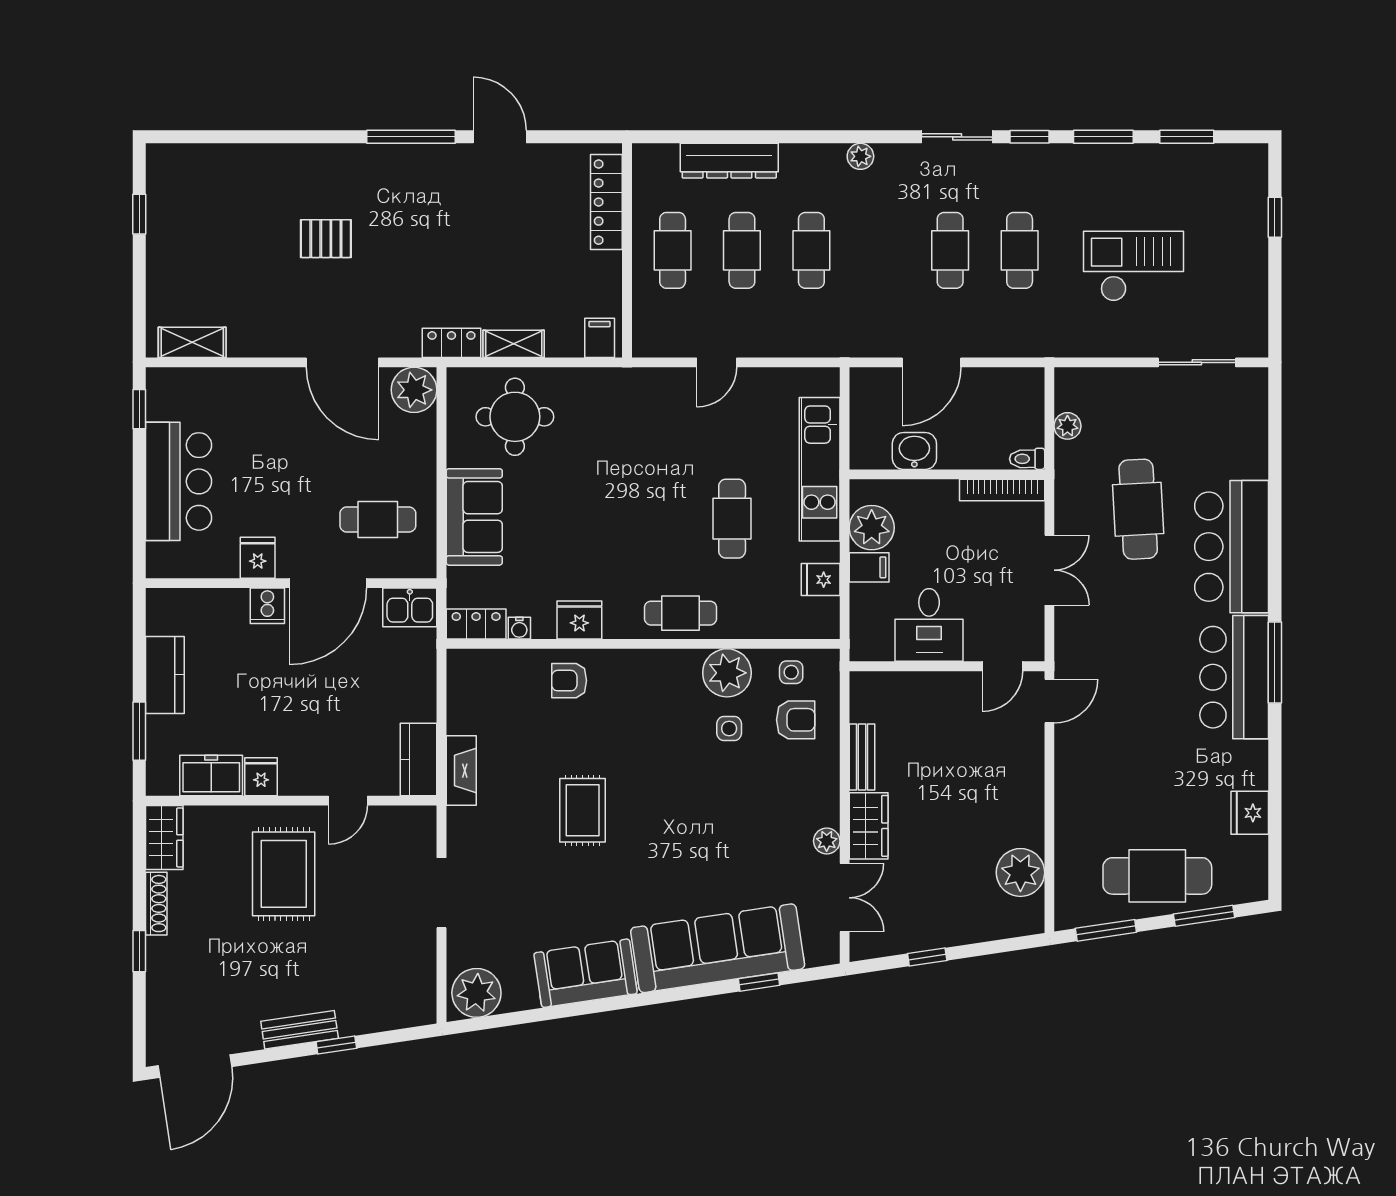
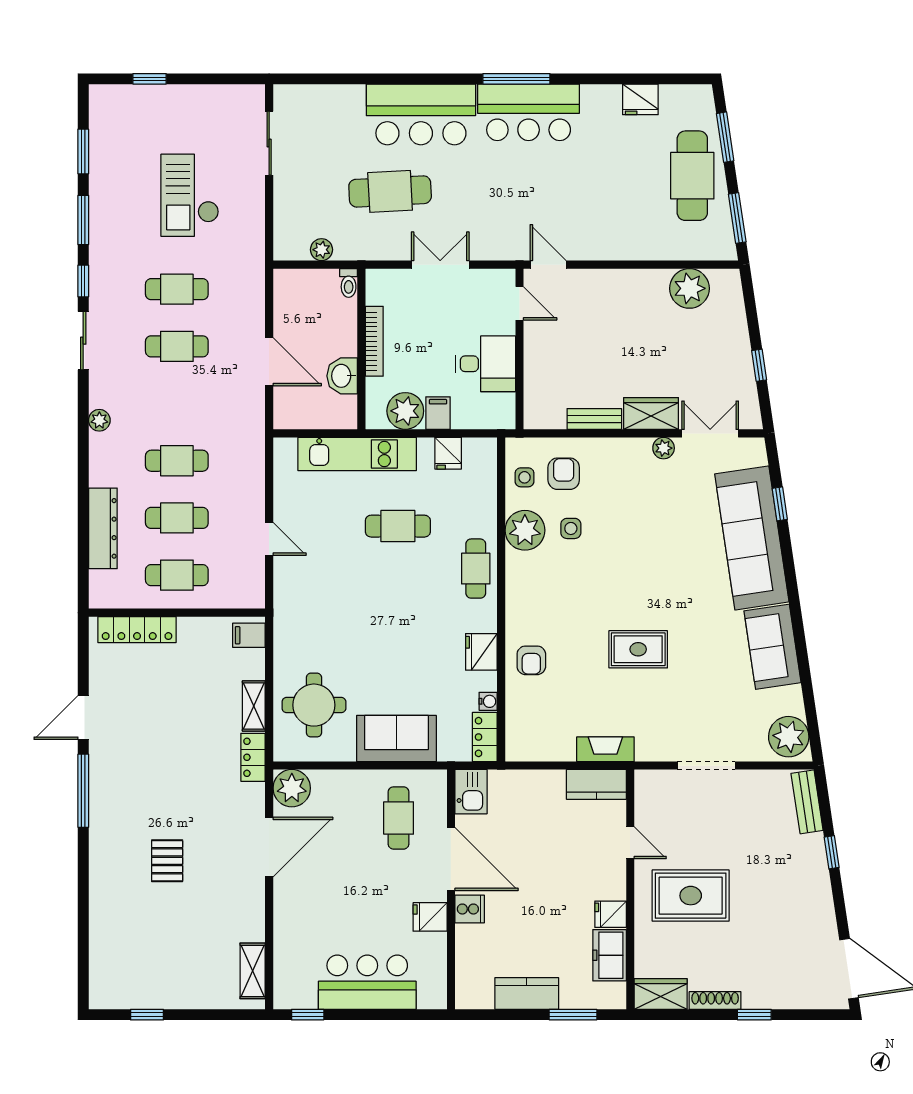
bookcase: (1002, 490) -> (374, 341), moved
bench: (300, 1030) -> (807, 802), moved

